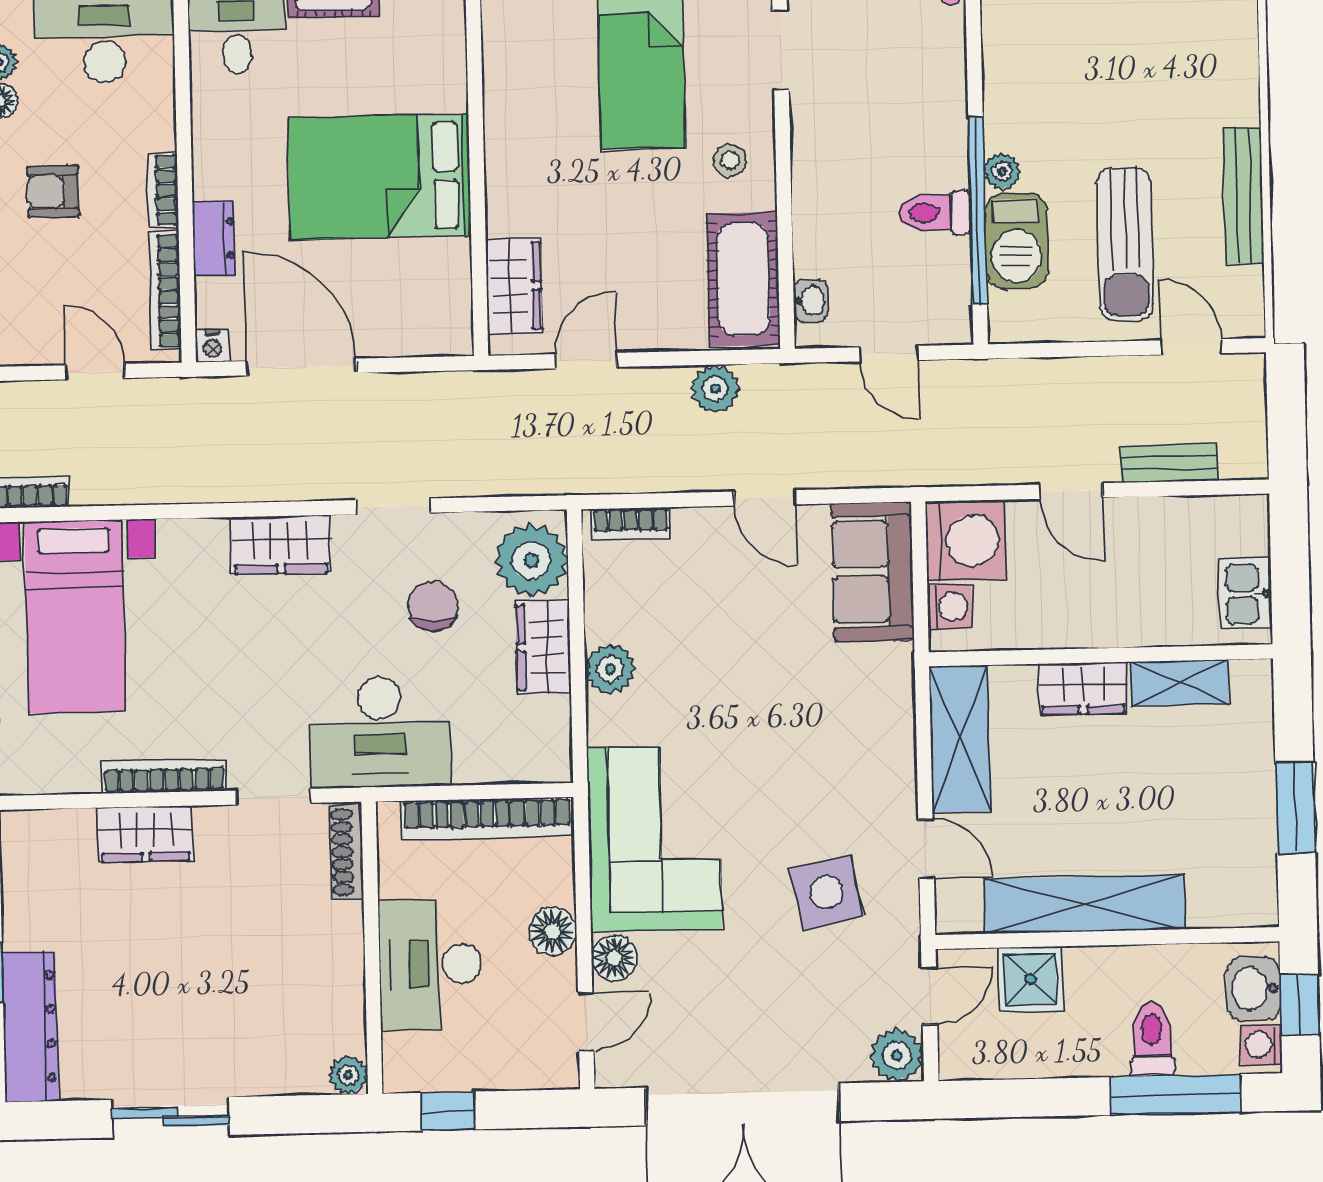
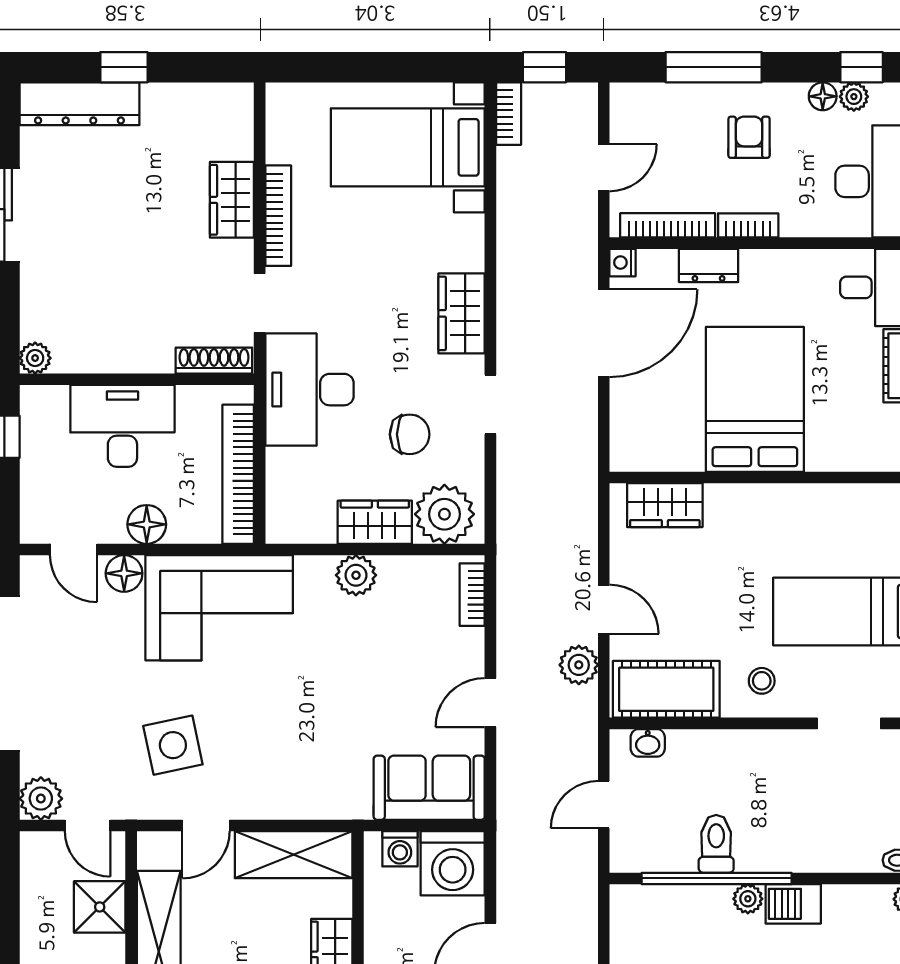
barbecue: (1016, 241) -> (793, 904), moved, width x0.73, depth x0.79
door: (586, 361) -> (604, 609), moved

